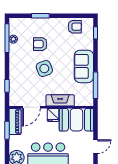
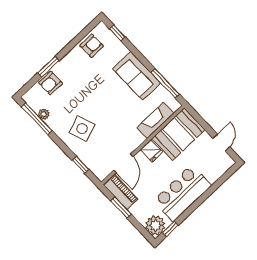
armchair: (40, 44) -> (51, 83), moved
side table: (44, 69) -> (82, 129), moved
fireplace: (60, 100) -> (155, 121), moved

